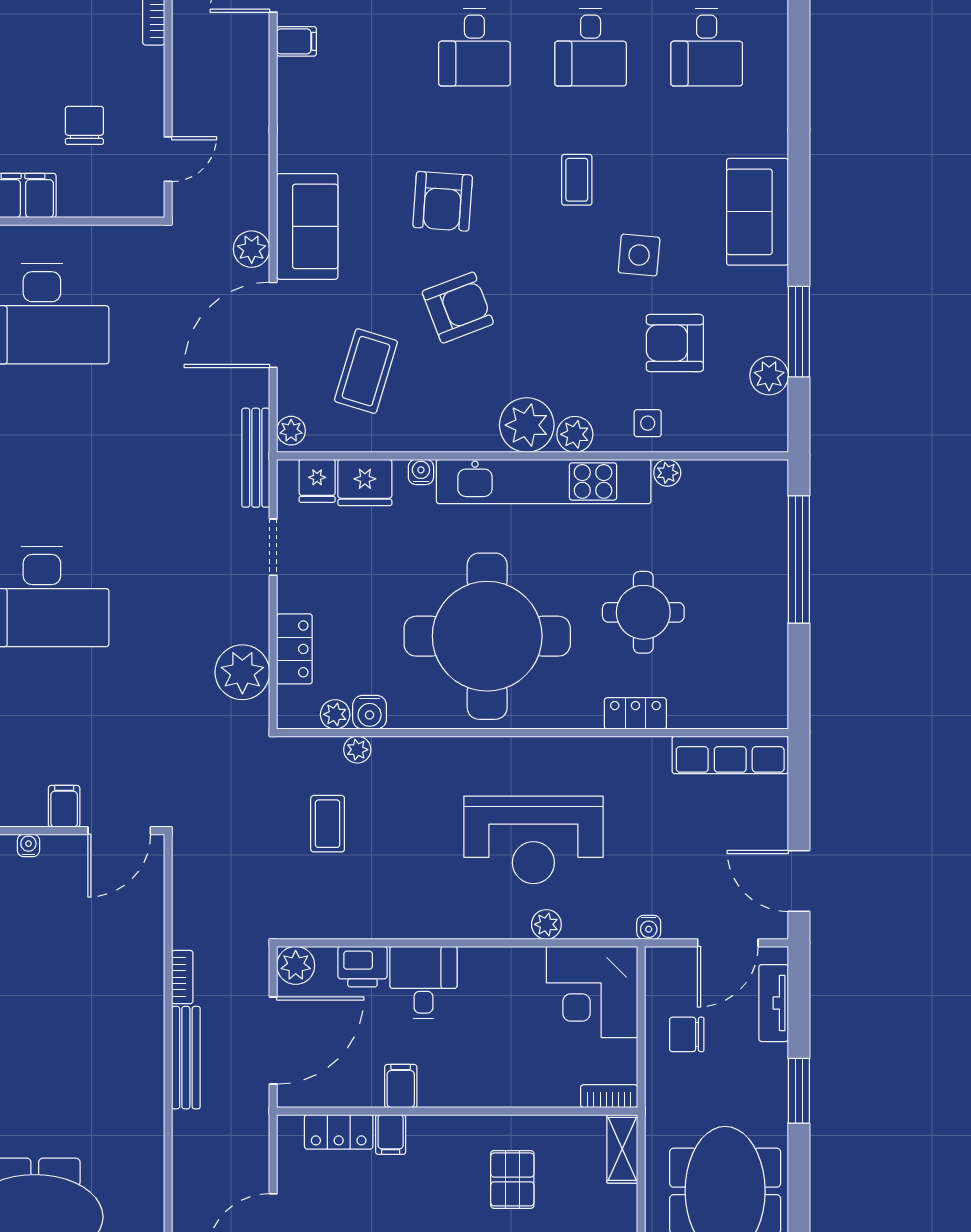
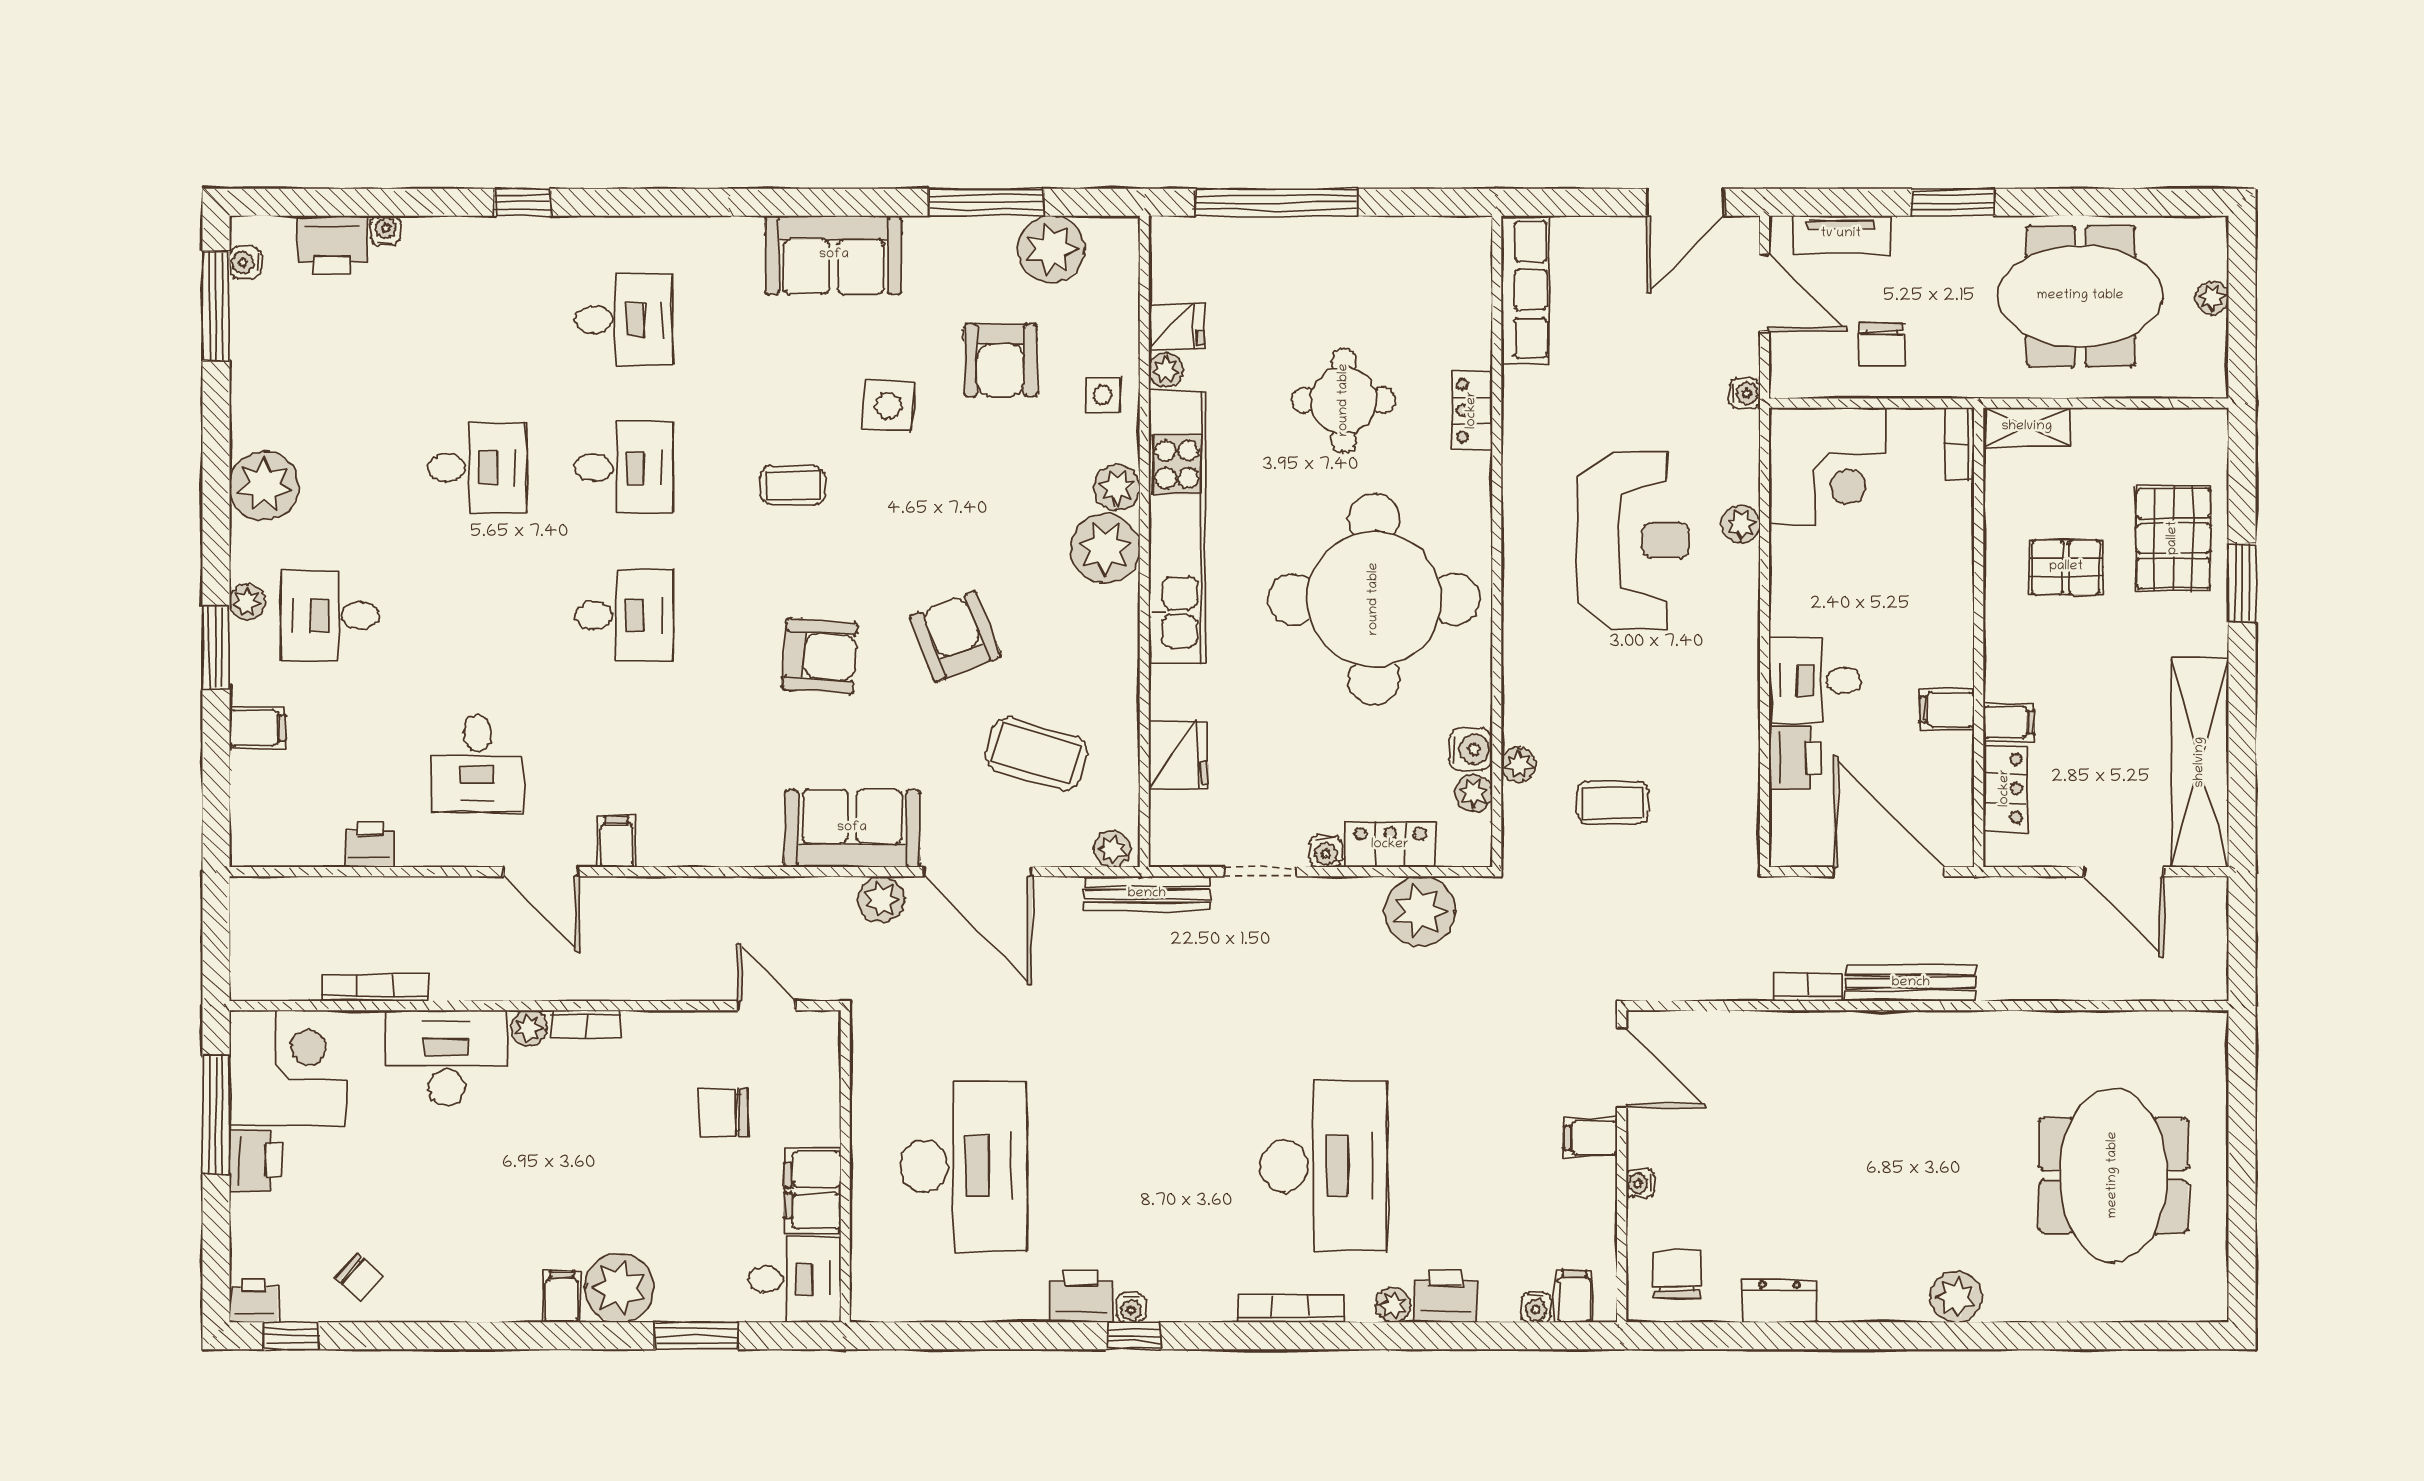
plant: (769, 376) -> (1051, 249), width x1.36, depth x1.36
water cooler: (421, 472) -> (1326, 851), moved, turned -90
fridge: (317, 481) -> (1176, 326), moved
plant: (296, 965) -> (1793, 843), removed

